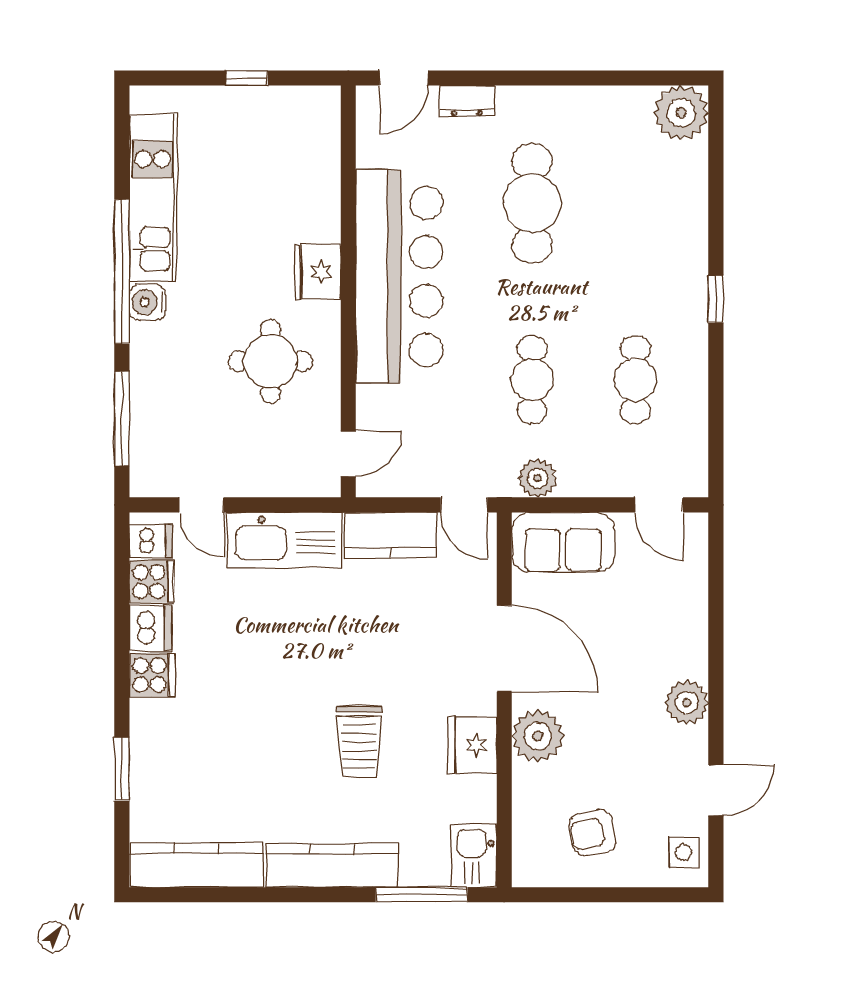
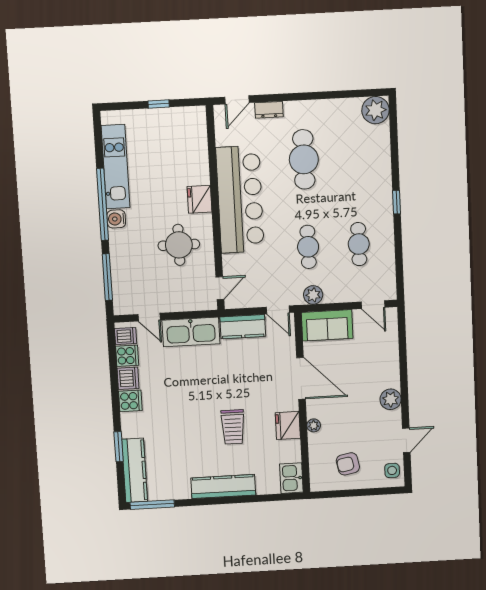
plant: (538, 736) -> (314, 425), width x0.53, depth x0.53
kitchen counter: (196, 865) -> (135, 470), moved, turned 90
window: (422, 895) -> (152, 505), moved

